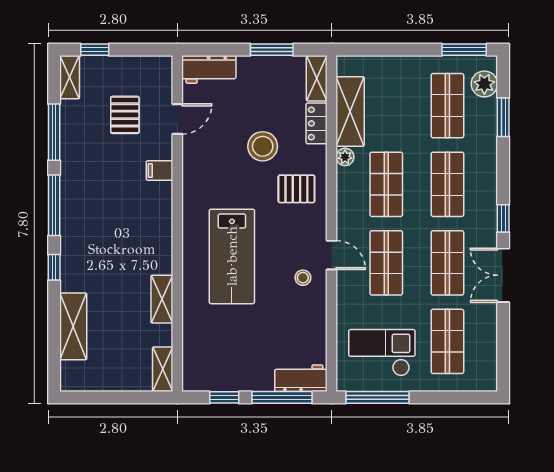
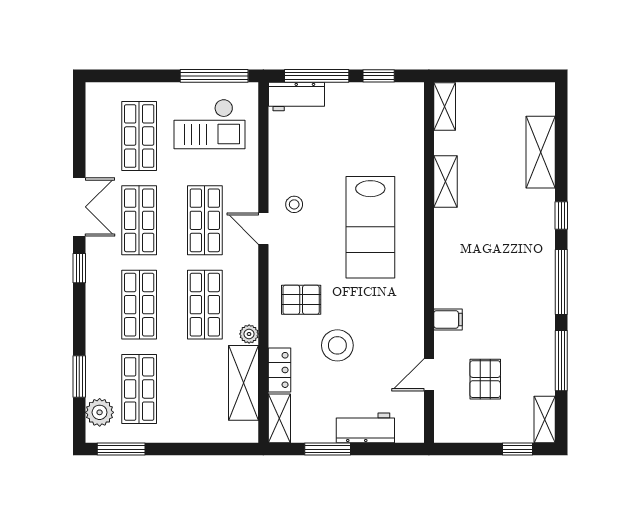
workbench: (209, 69) -> (365, 428), moved
lab bench: (232, 256) -> (370, 227), turned 180

